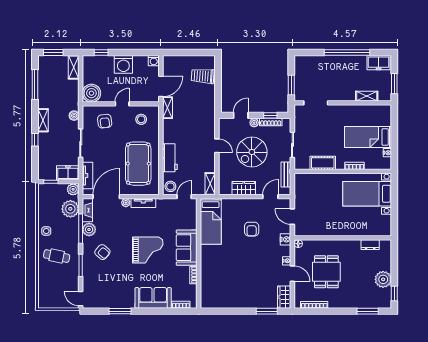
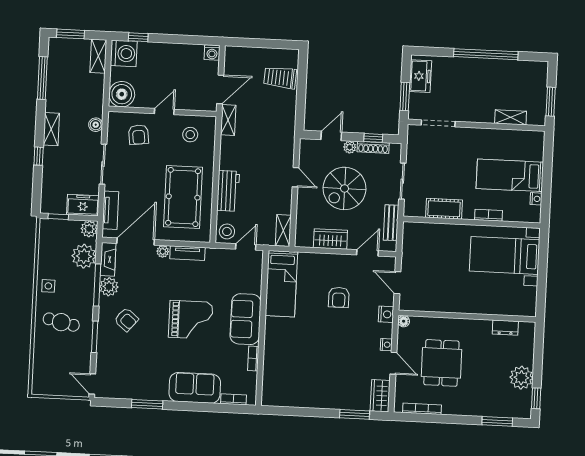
freezer: (379, 63) -> (420, 76), moved, turned -90
washing machine: (123, 64) -> (124, 53), moved, turned -90

